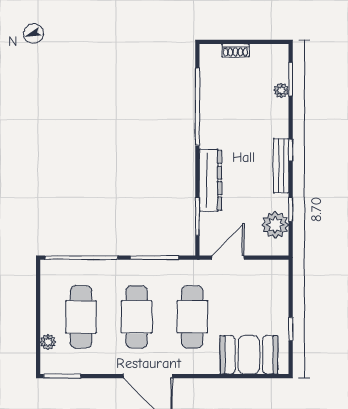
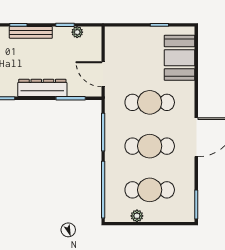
plant: (275, 225) -> (77, 32), width x0.53, depth x0.53
plant: (48, 342) -> (137, 216), moved

